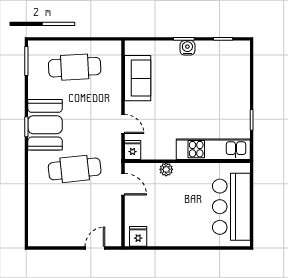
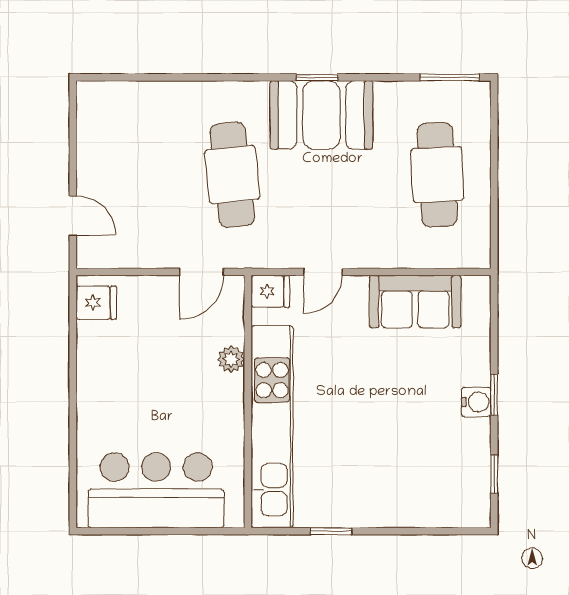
kitchen unit: (213, 149) -> (272, 427), width x1.36

